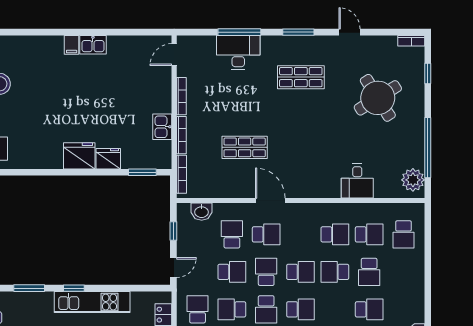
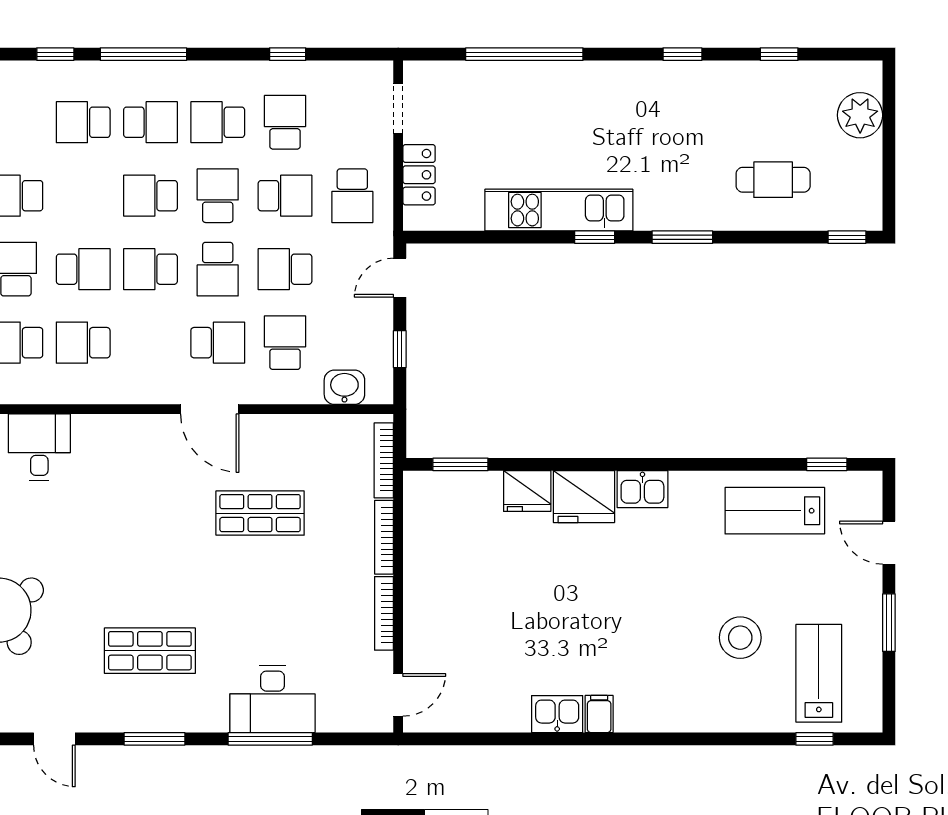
kitchen sink: (162, 127) -> (642, 489), moved, turned 90
school desk: (232, 234) -> (285, 343), turned 180
school desk: (266, 234) -> (218, 343), turned 180

